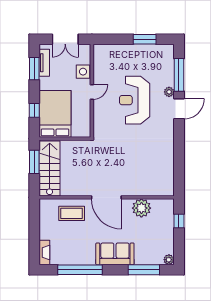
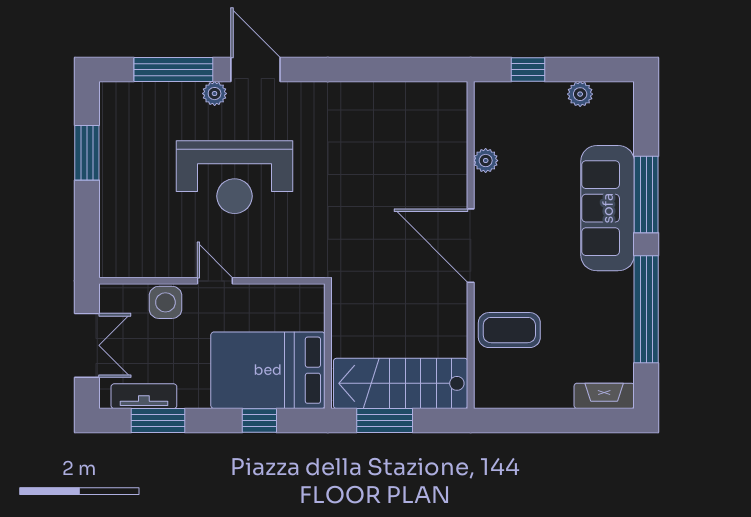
door: (106, 197) -> (471, 246), swing flipped
plant: (141, 208) -> (486, 161), width x0.53, depth x0.53
coffee table: (72, 213) -> (509, 330), turned 90
sofa: (115, 254) -> (608, 208), width x1.36
plant: (169, 260) -> (580, 94), moved
window: (144, 270) -> (646, 195), moved

